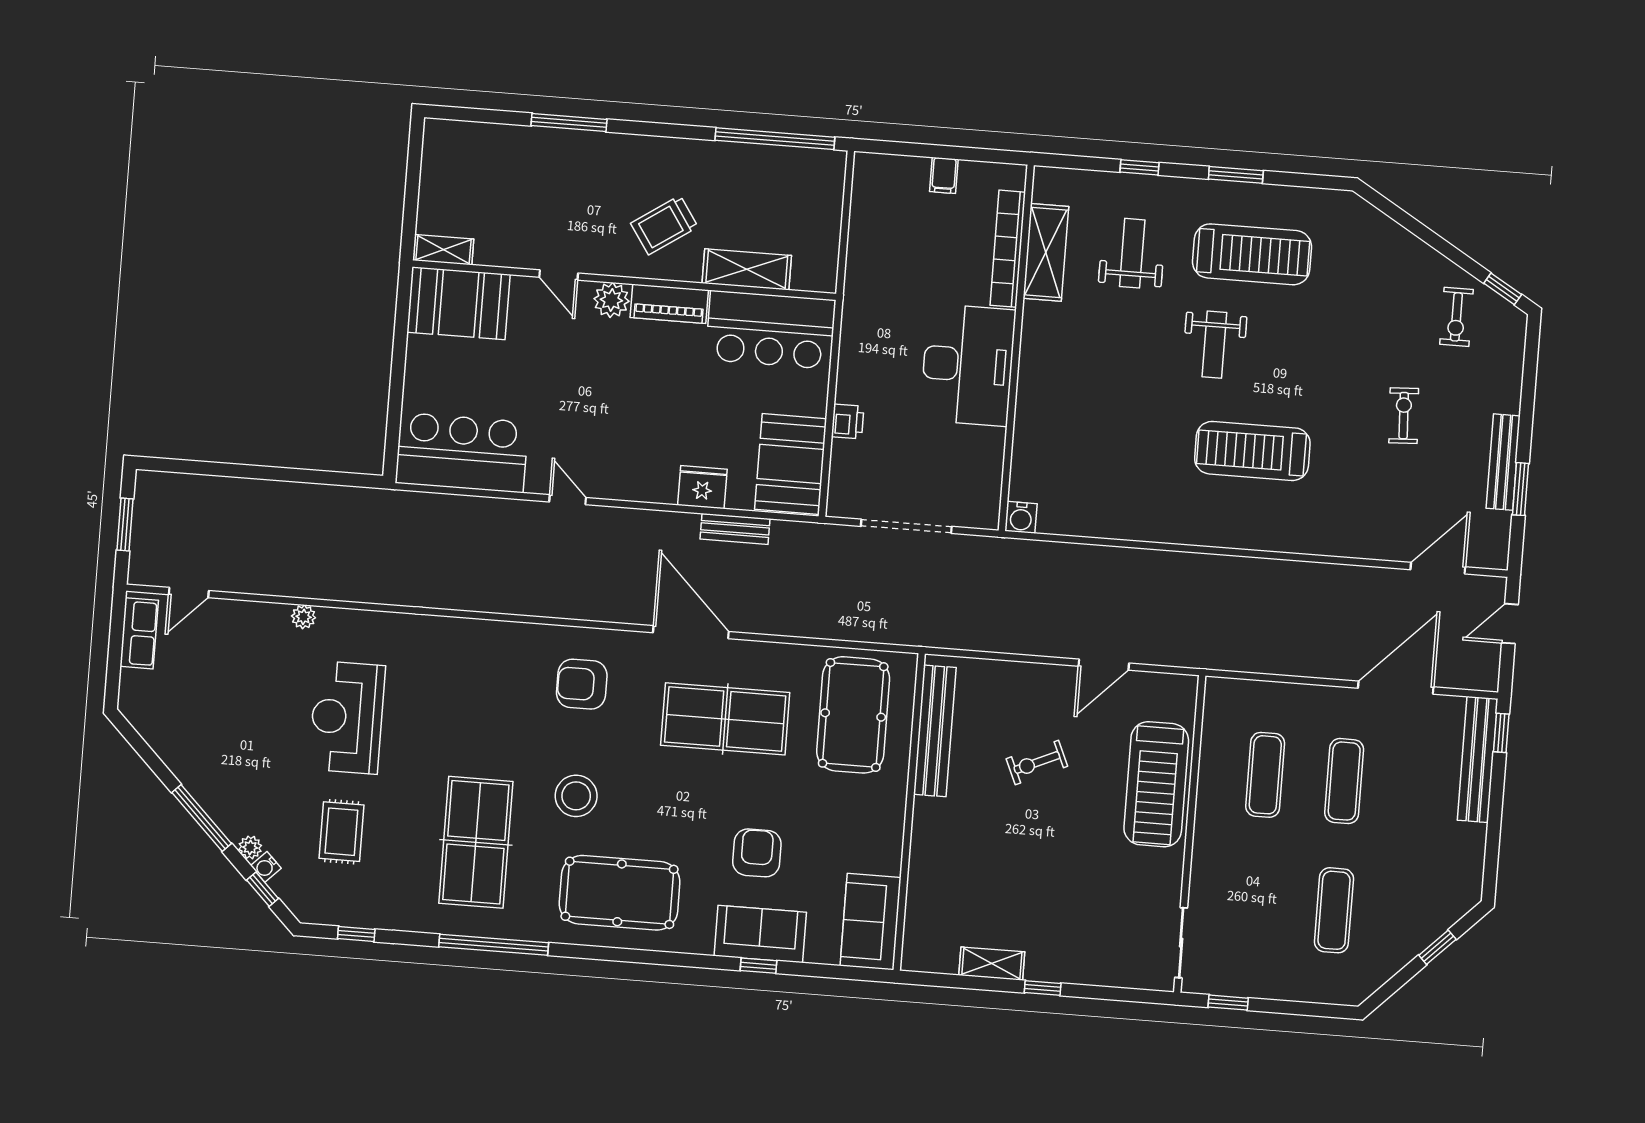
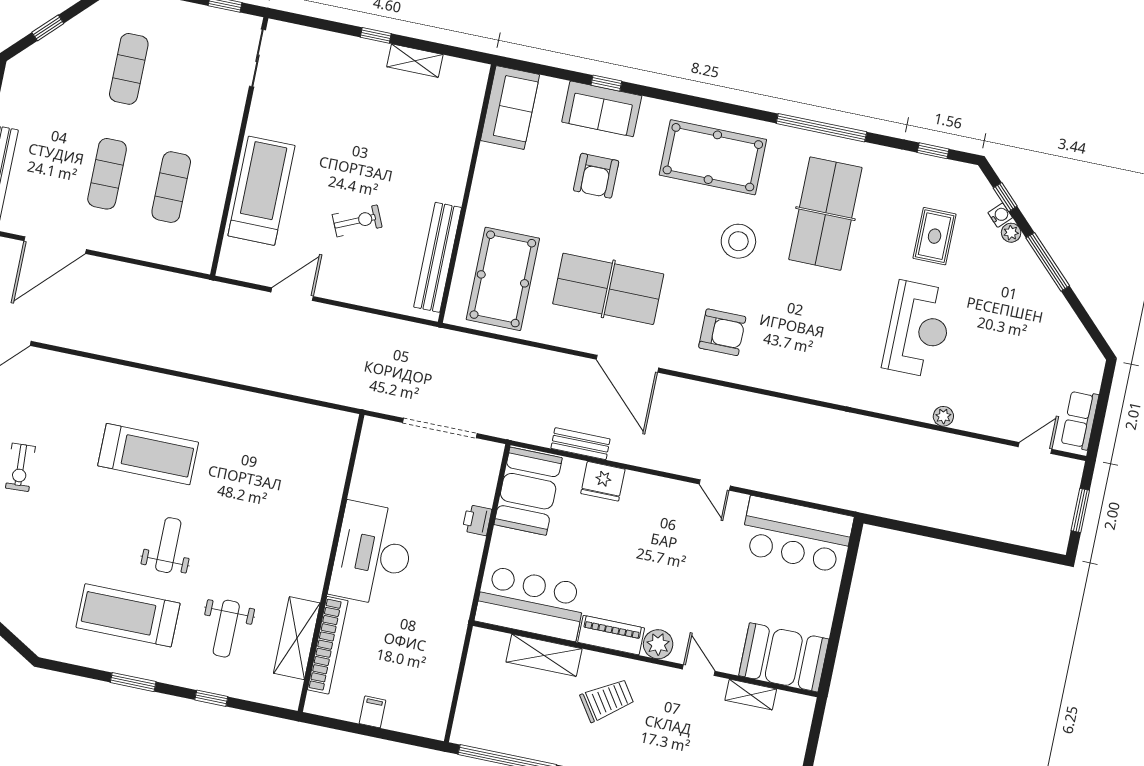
shelving: (444, 250) -> (751, 695), moved
water cooler: (1021, 517) -> (345, 424), removed

